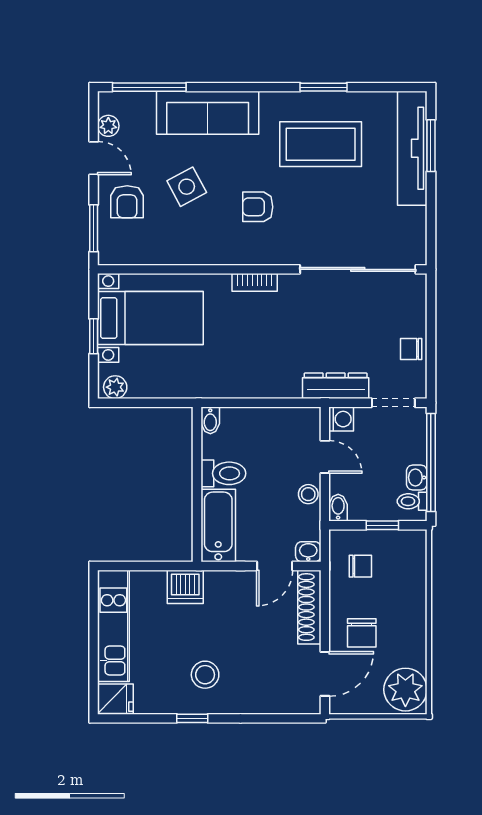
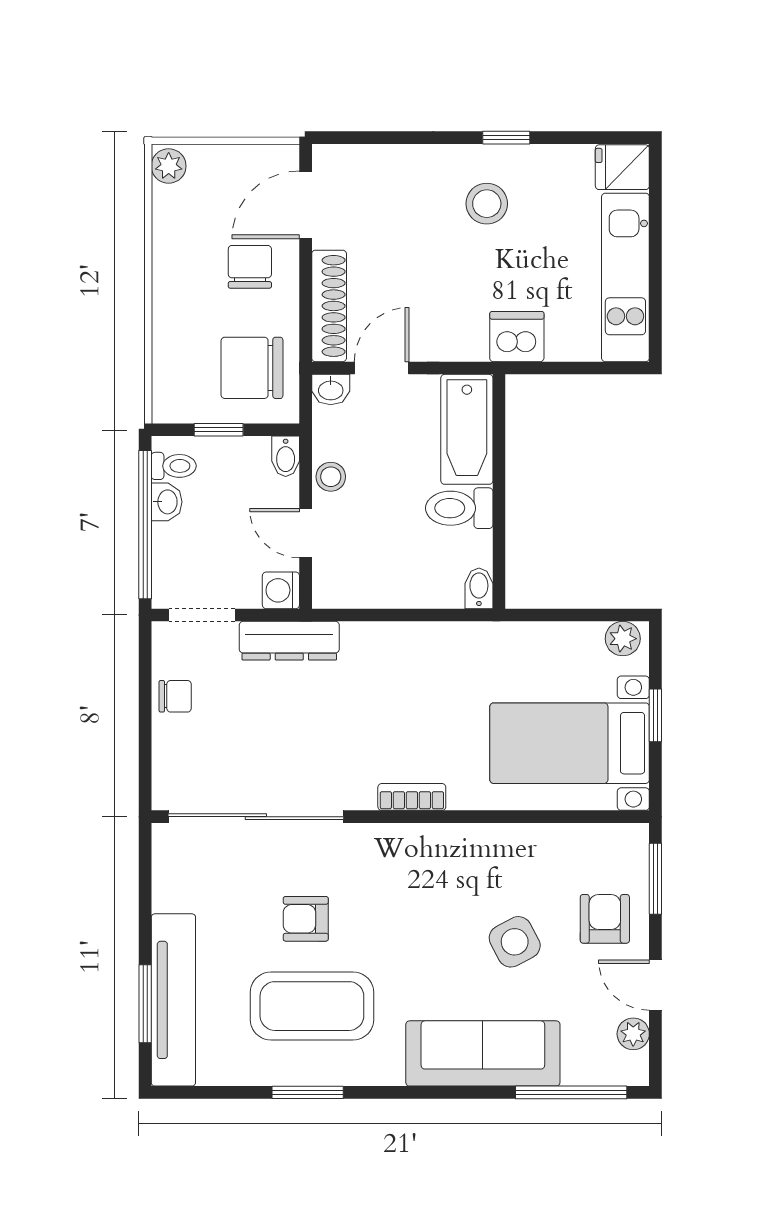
armchair: (258, 207) -> (306, 919), moved, turned 180
chair: (360, 566) -> (252, 368), width x1.87, depth x1.87
plant: (405, 690) -> (169, 166), width x0.53, depth x0.53

